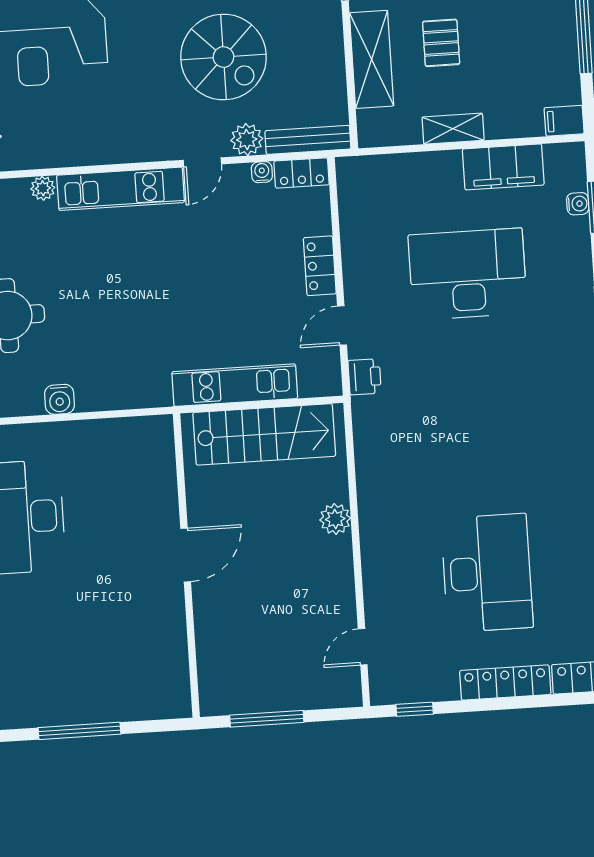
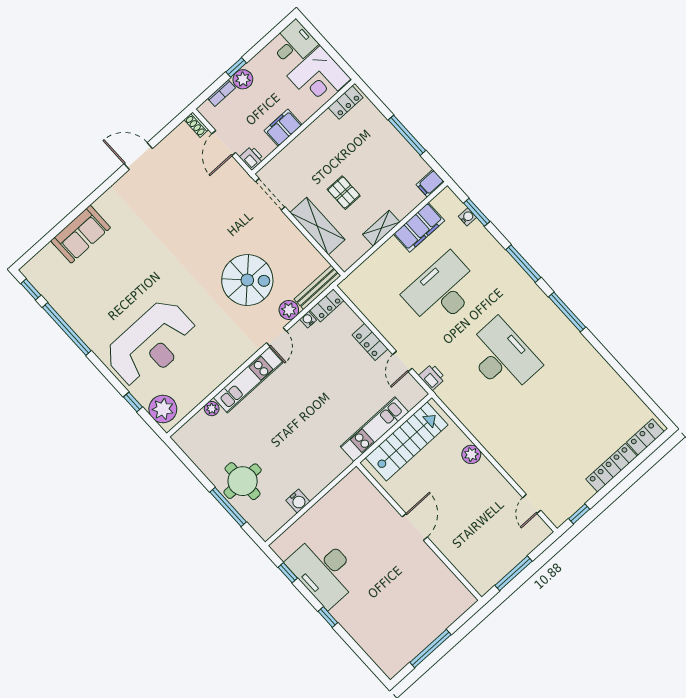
desk: (487, 573) -> (502, 357), moved

